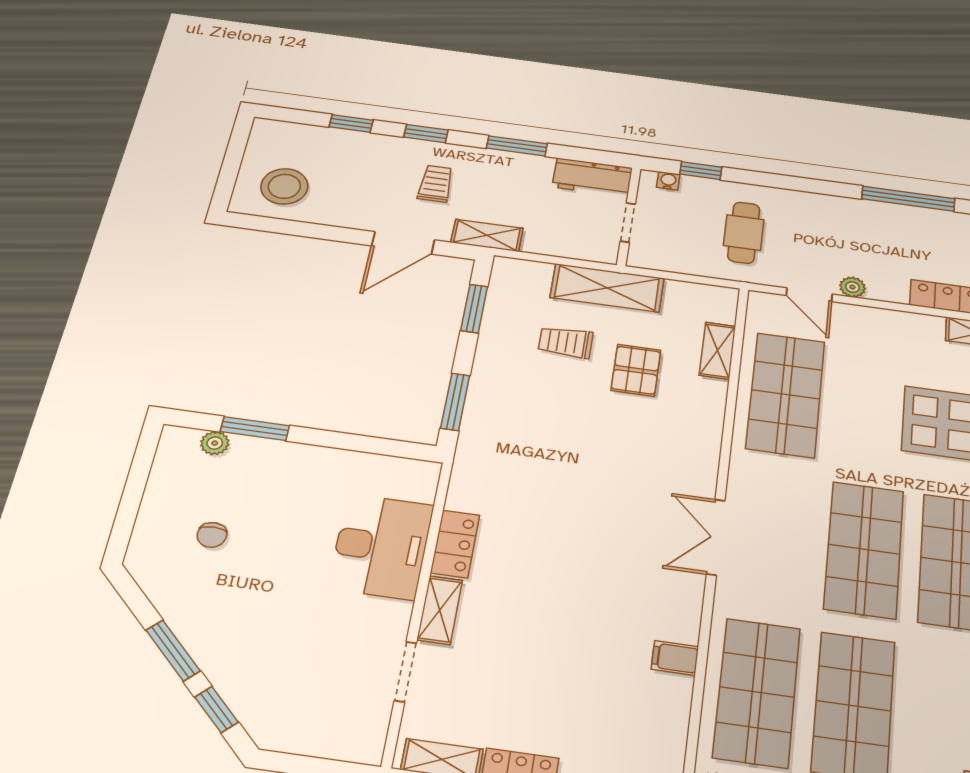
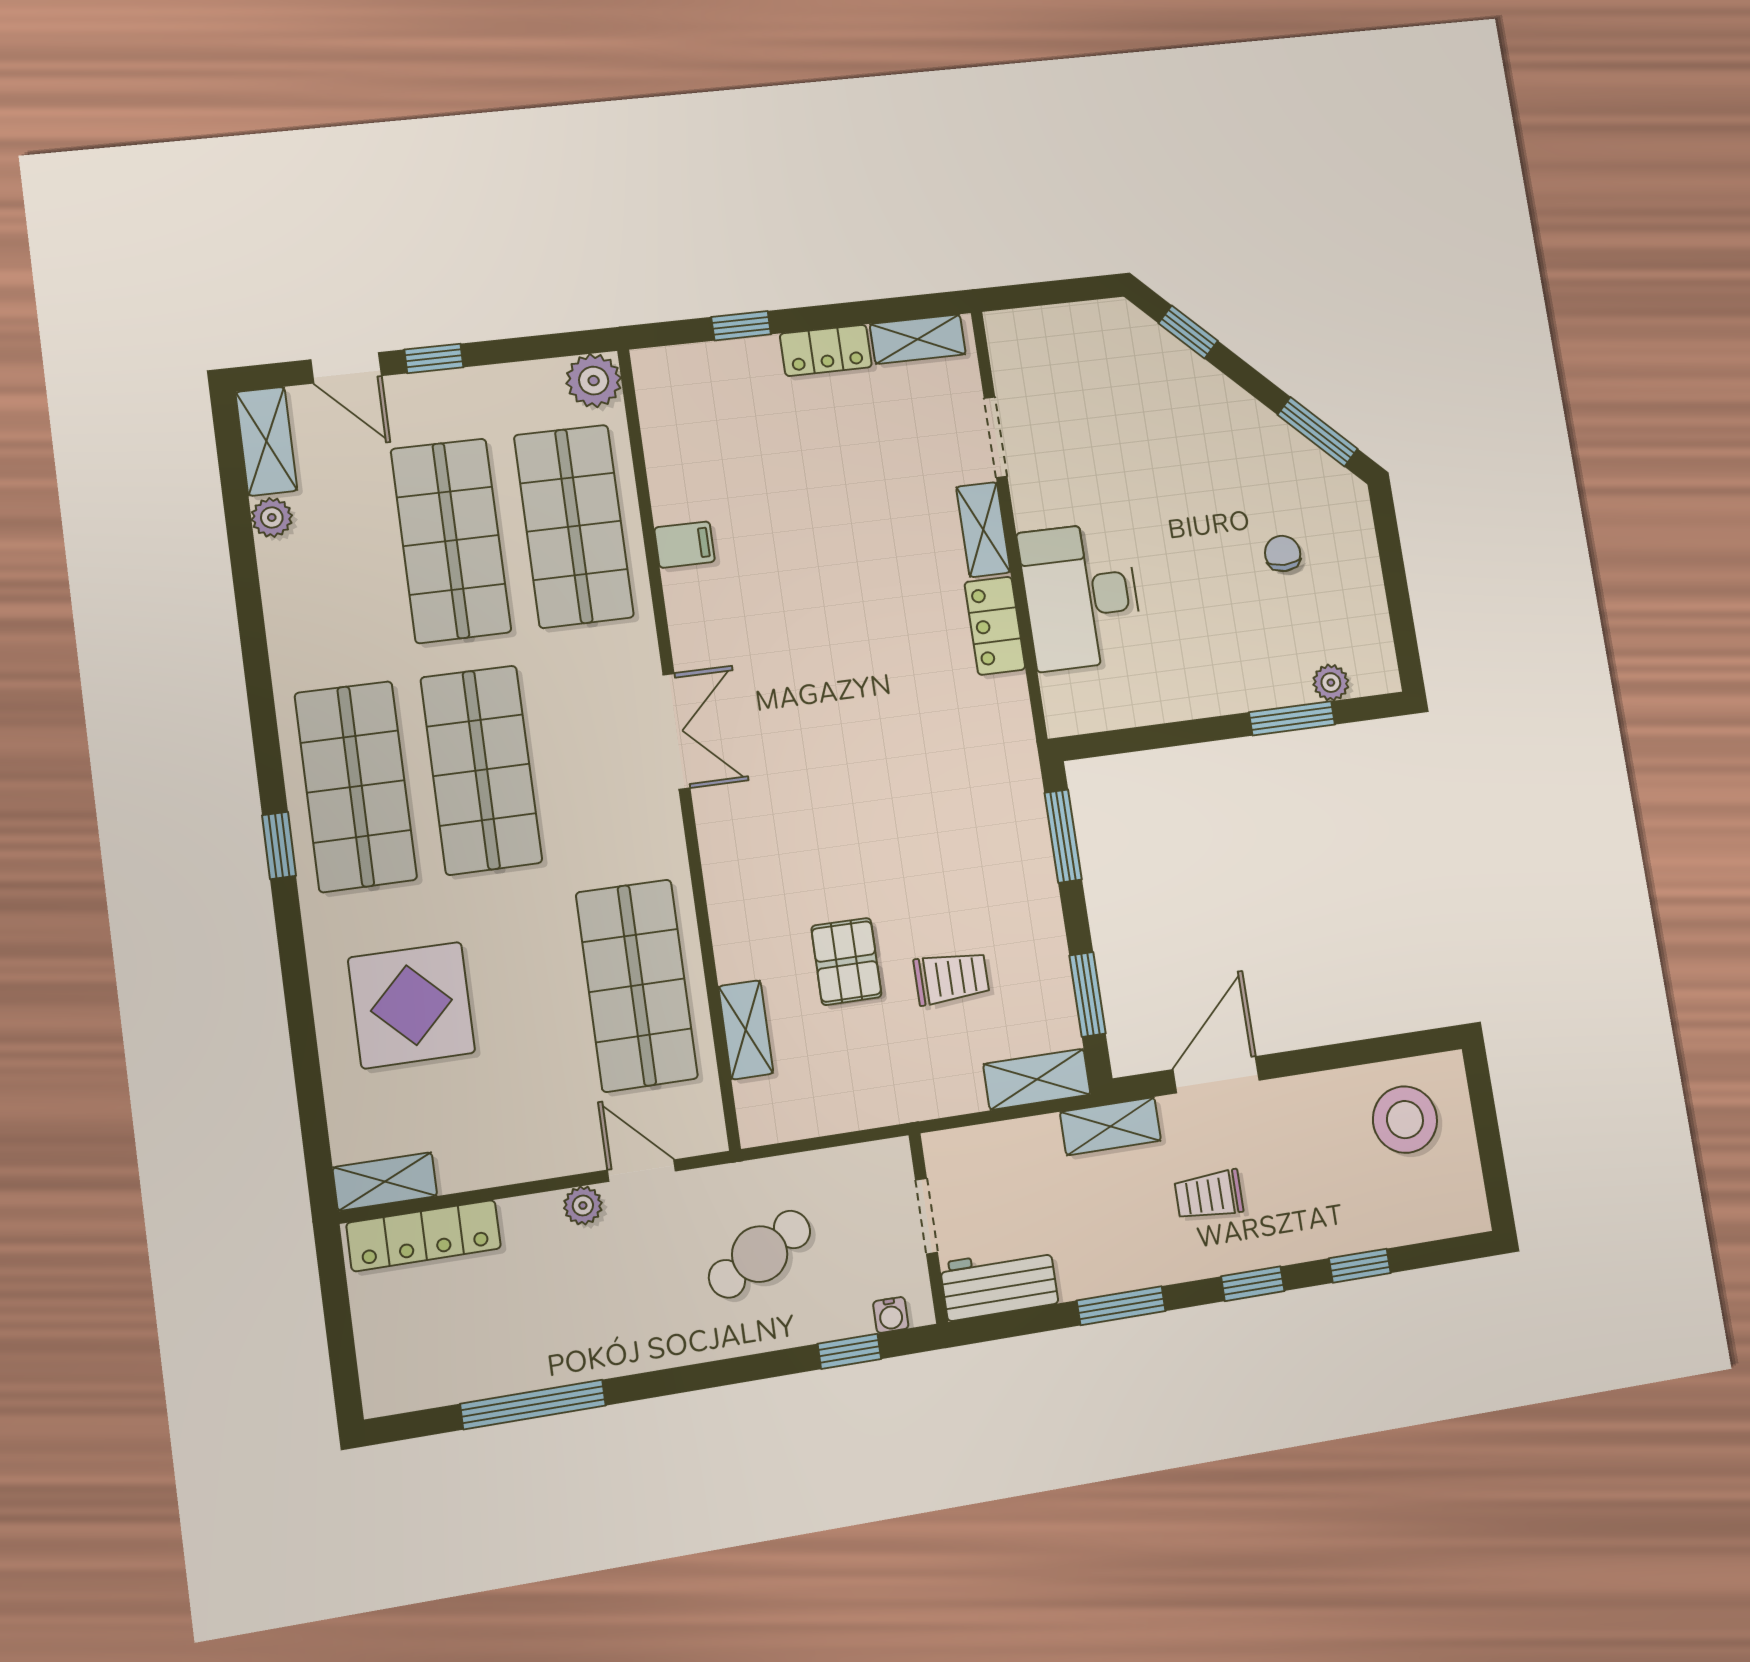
trolley: (436, 184) -> (1209, 1195), turned 90
cafe table: (744, 233) -> (760, 1254), turned 62
shelving: (607, 288) -> (1037, 1079), moved, width x0.67, depth x0.75
window: (173, 650) -> (1317, 432), moved

